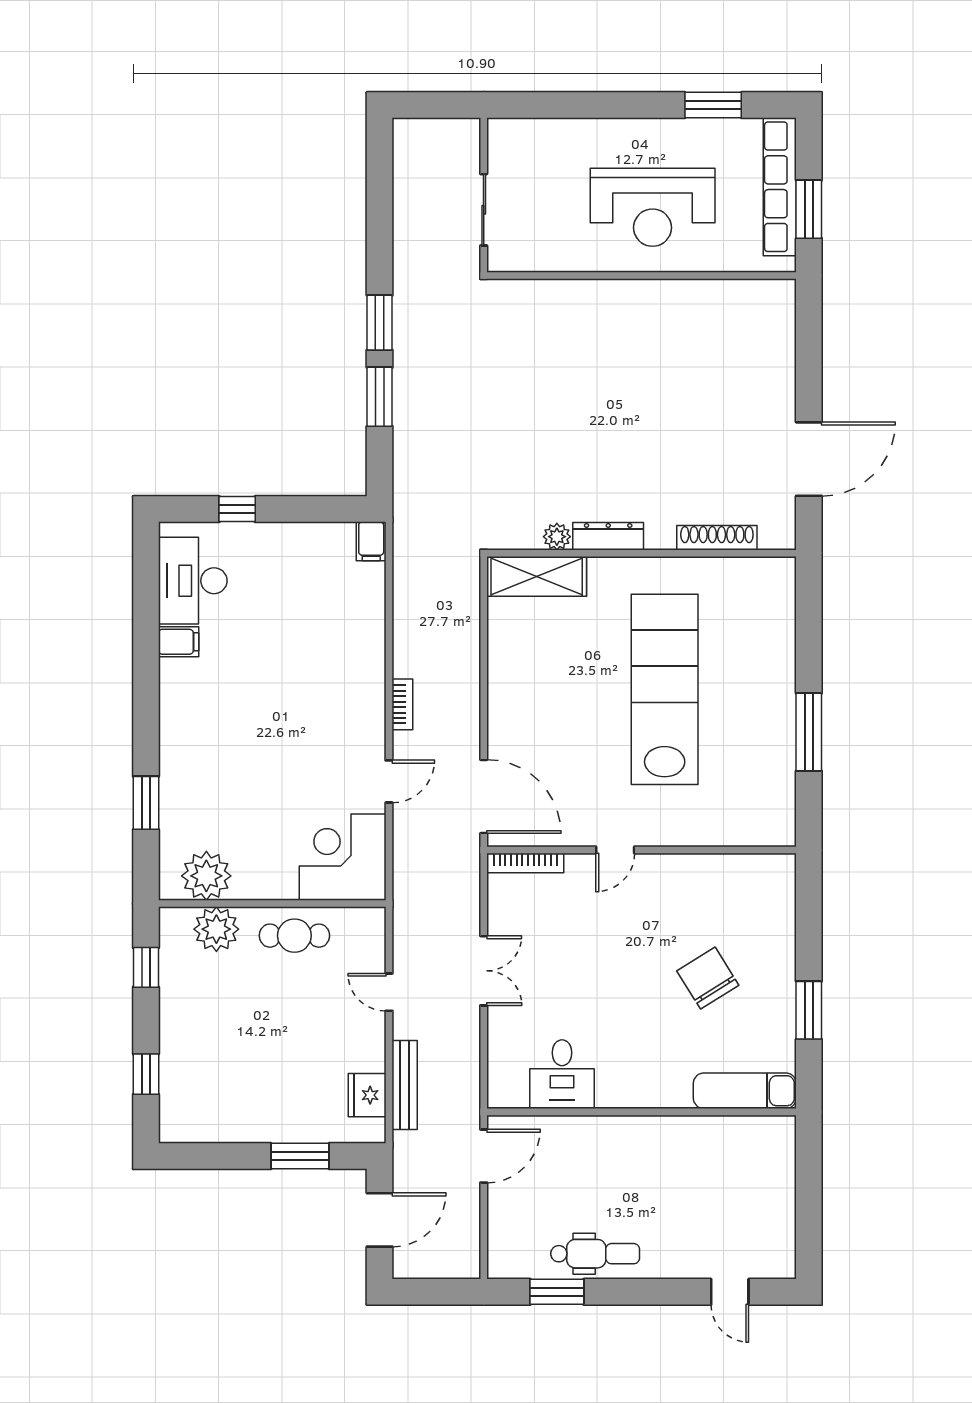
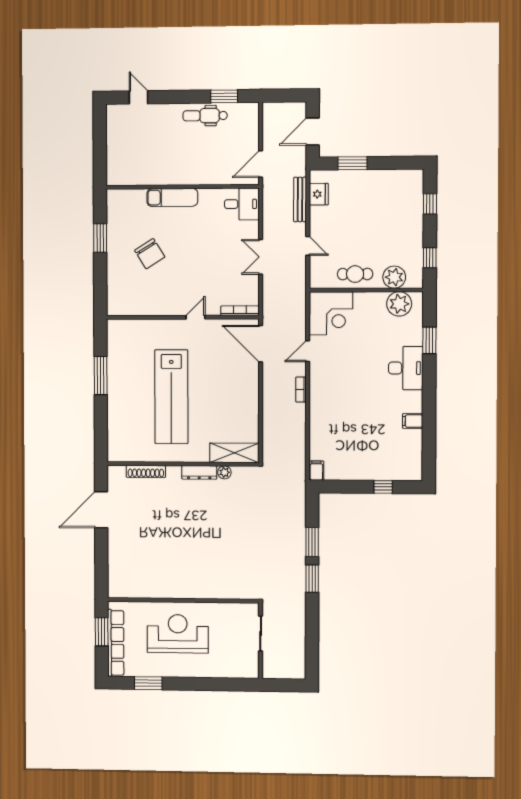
desk: (193, 581) -> (406, 368), moved
desk: (562, 1074) -> (242, 204), moved, turned 90
exam couch: (745, 1091) -> (172, 197), moved

